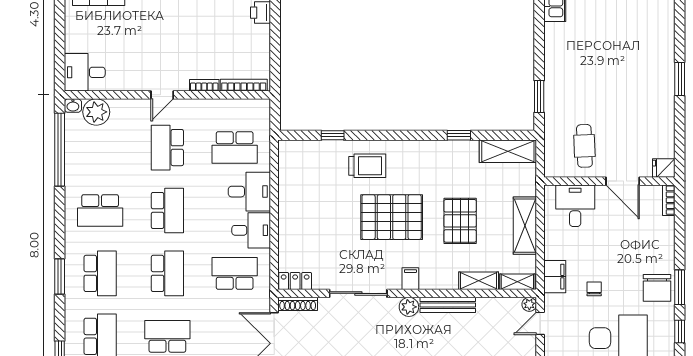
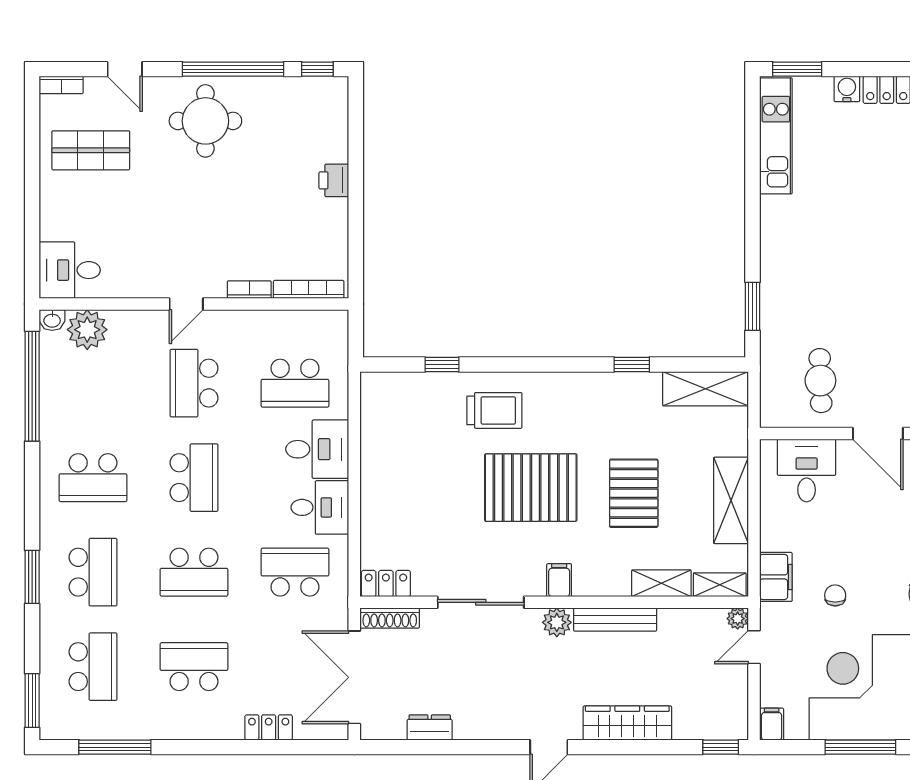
school desk: (167, 273) -> (194, 572), turned 90

